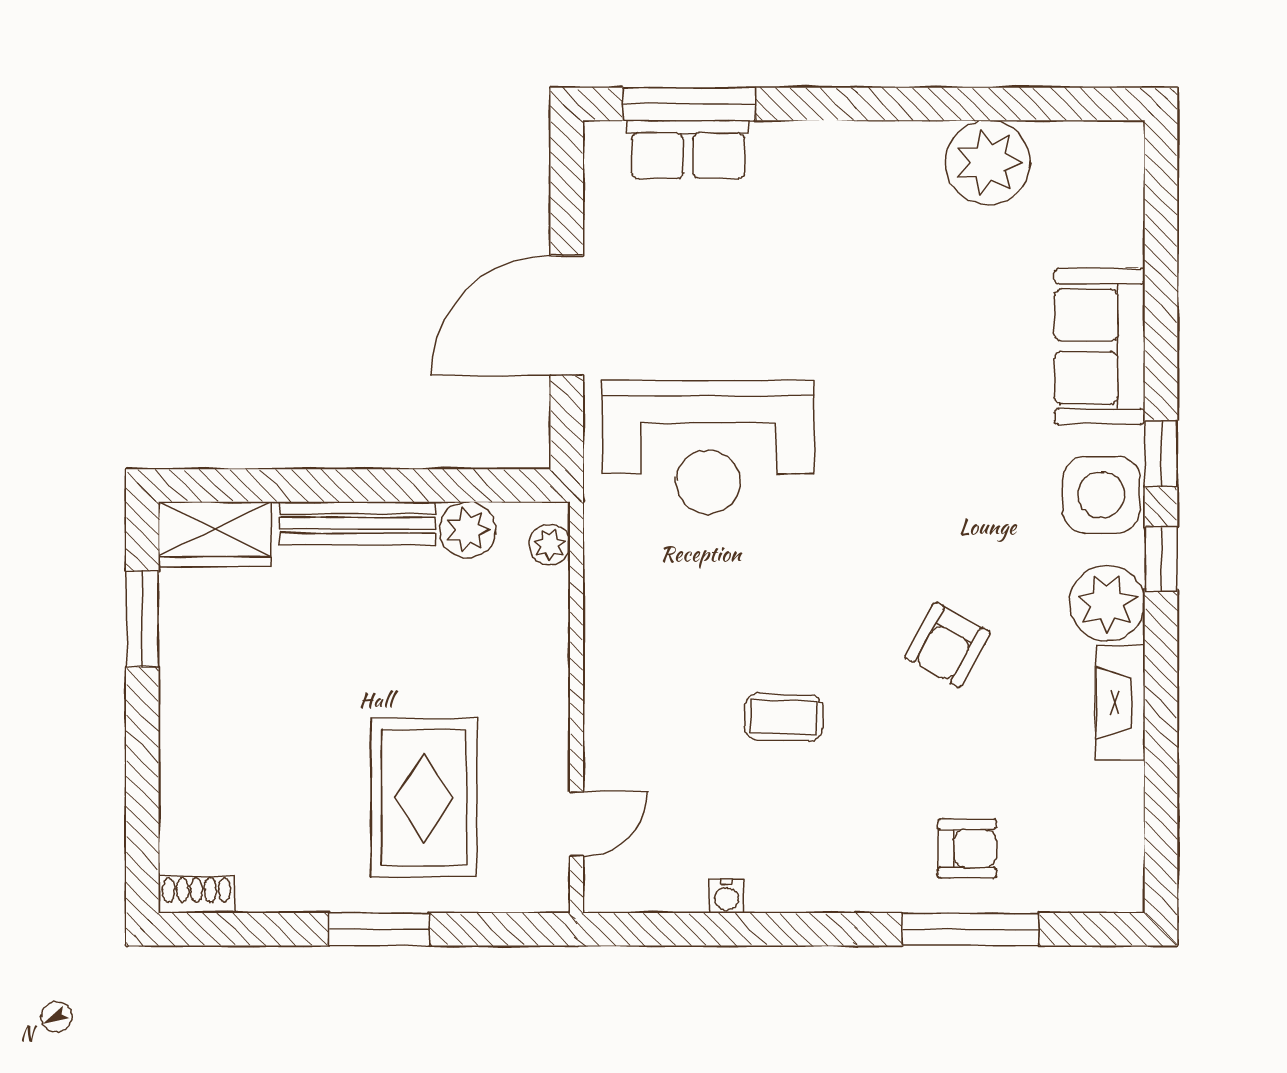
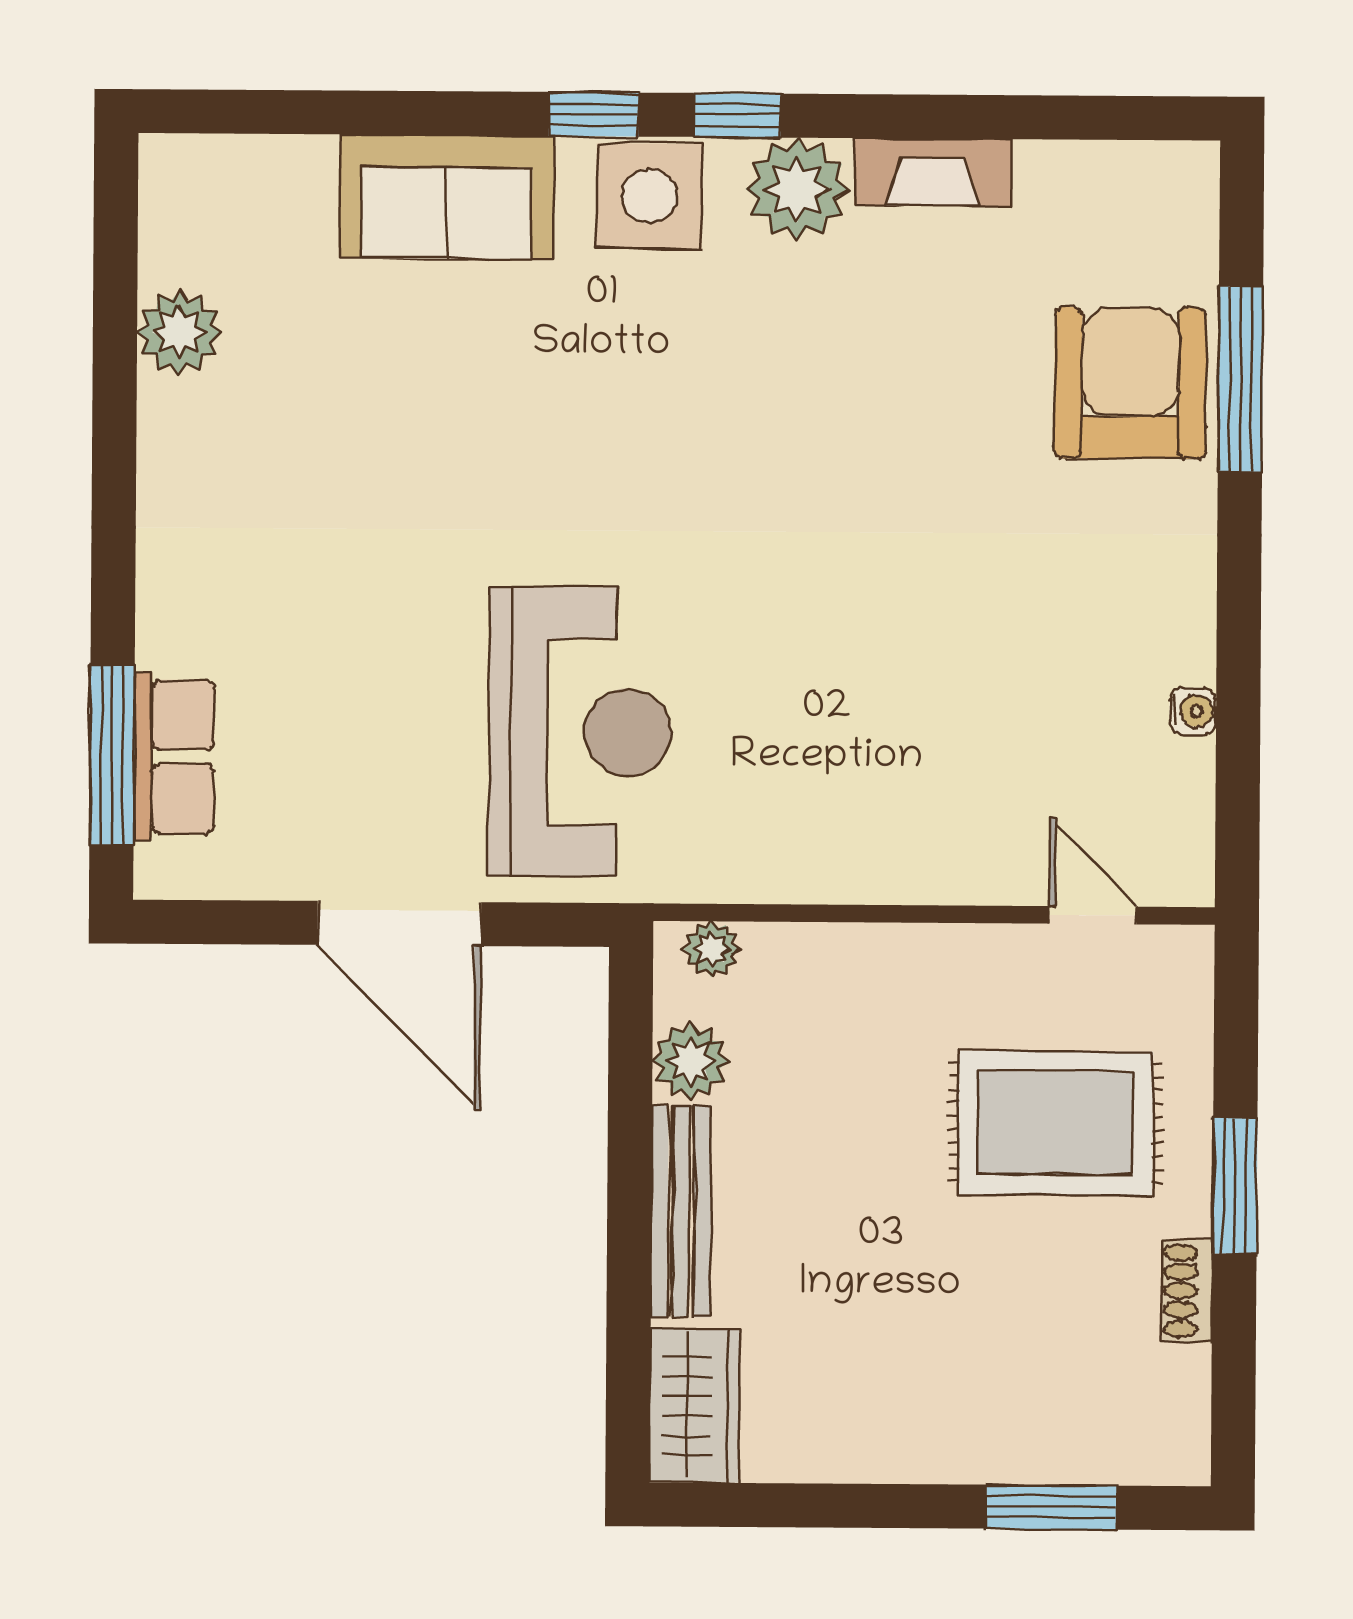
plant: (988, 162) -> (179, 332), width x0.73, depth x0.73
window: (142, 619) -> (1051, 1507), moved
armchair: (947, 645) -> (852, 407), removed
coffee table: (784, 717) -> (950, 632), removed
armchair: (967, 848) -> (1130, 383), width x1.88, depth x1.88
shoe rack: (196, 895) -> (1187, 1291), moved

